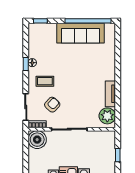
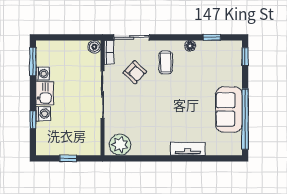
sofa: (81, 33) -> (229, 109), width x0.73
window: (26, 64) -> (212, 37), moved
tv unit: (110, 94) -> (188, 149), moved
boiler: (37, 140) -> (94, 47), width x0.54, depth x0.54

